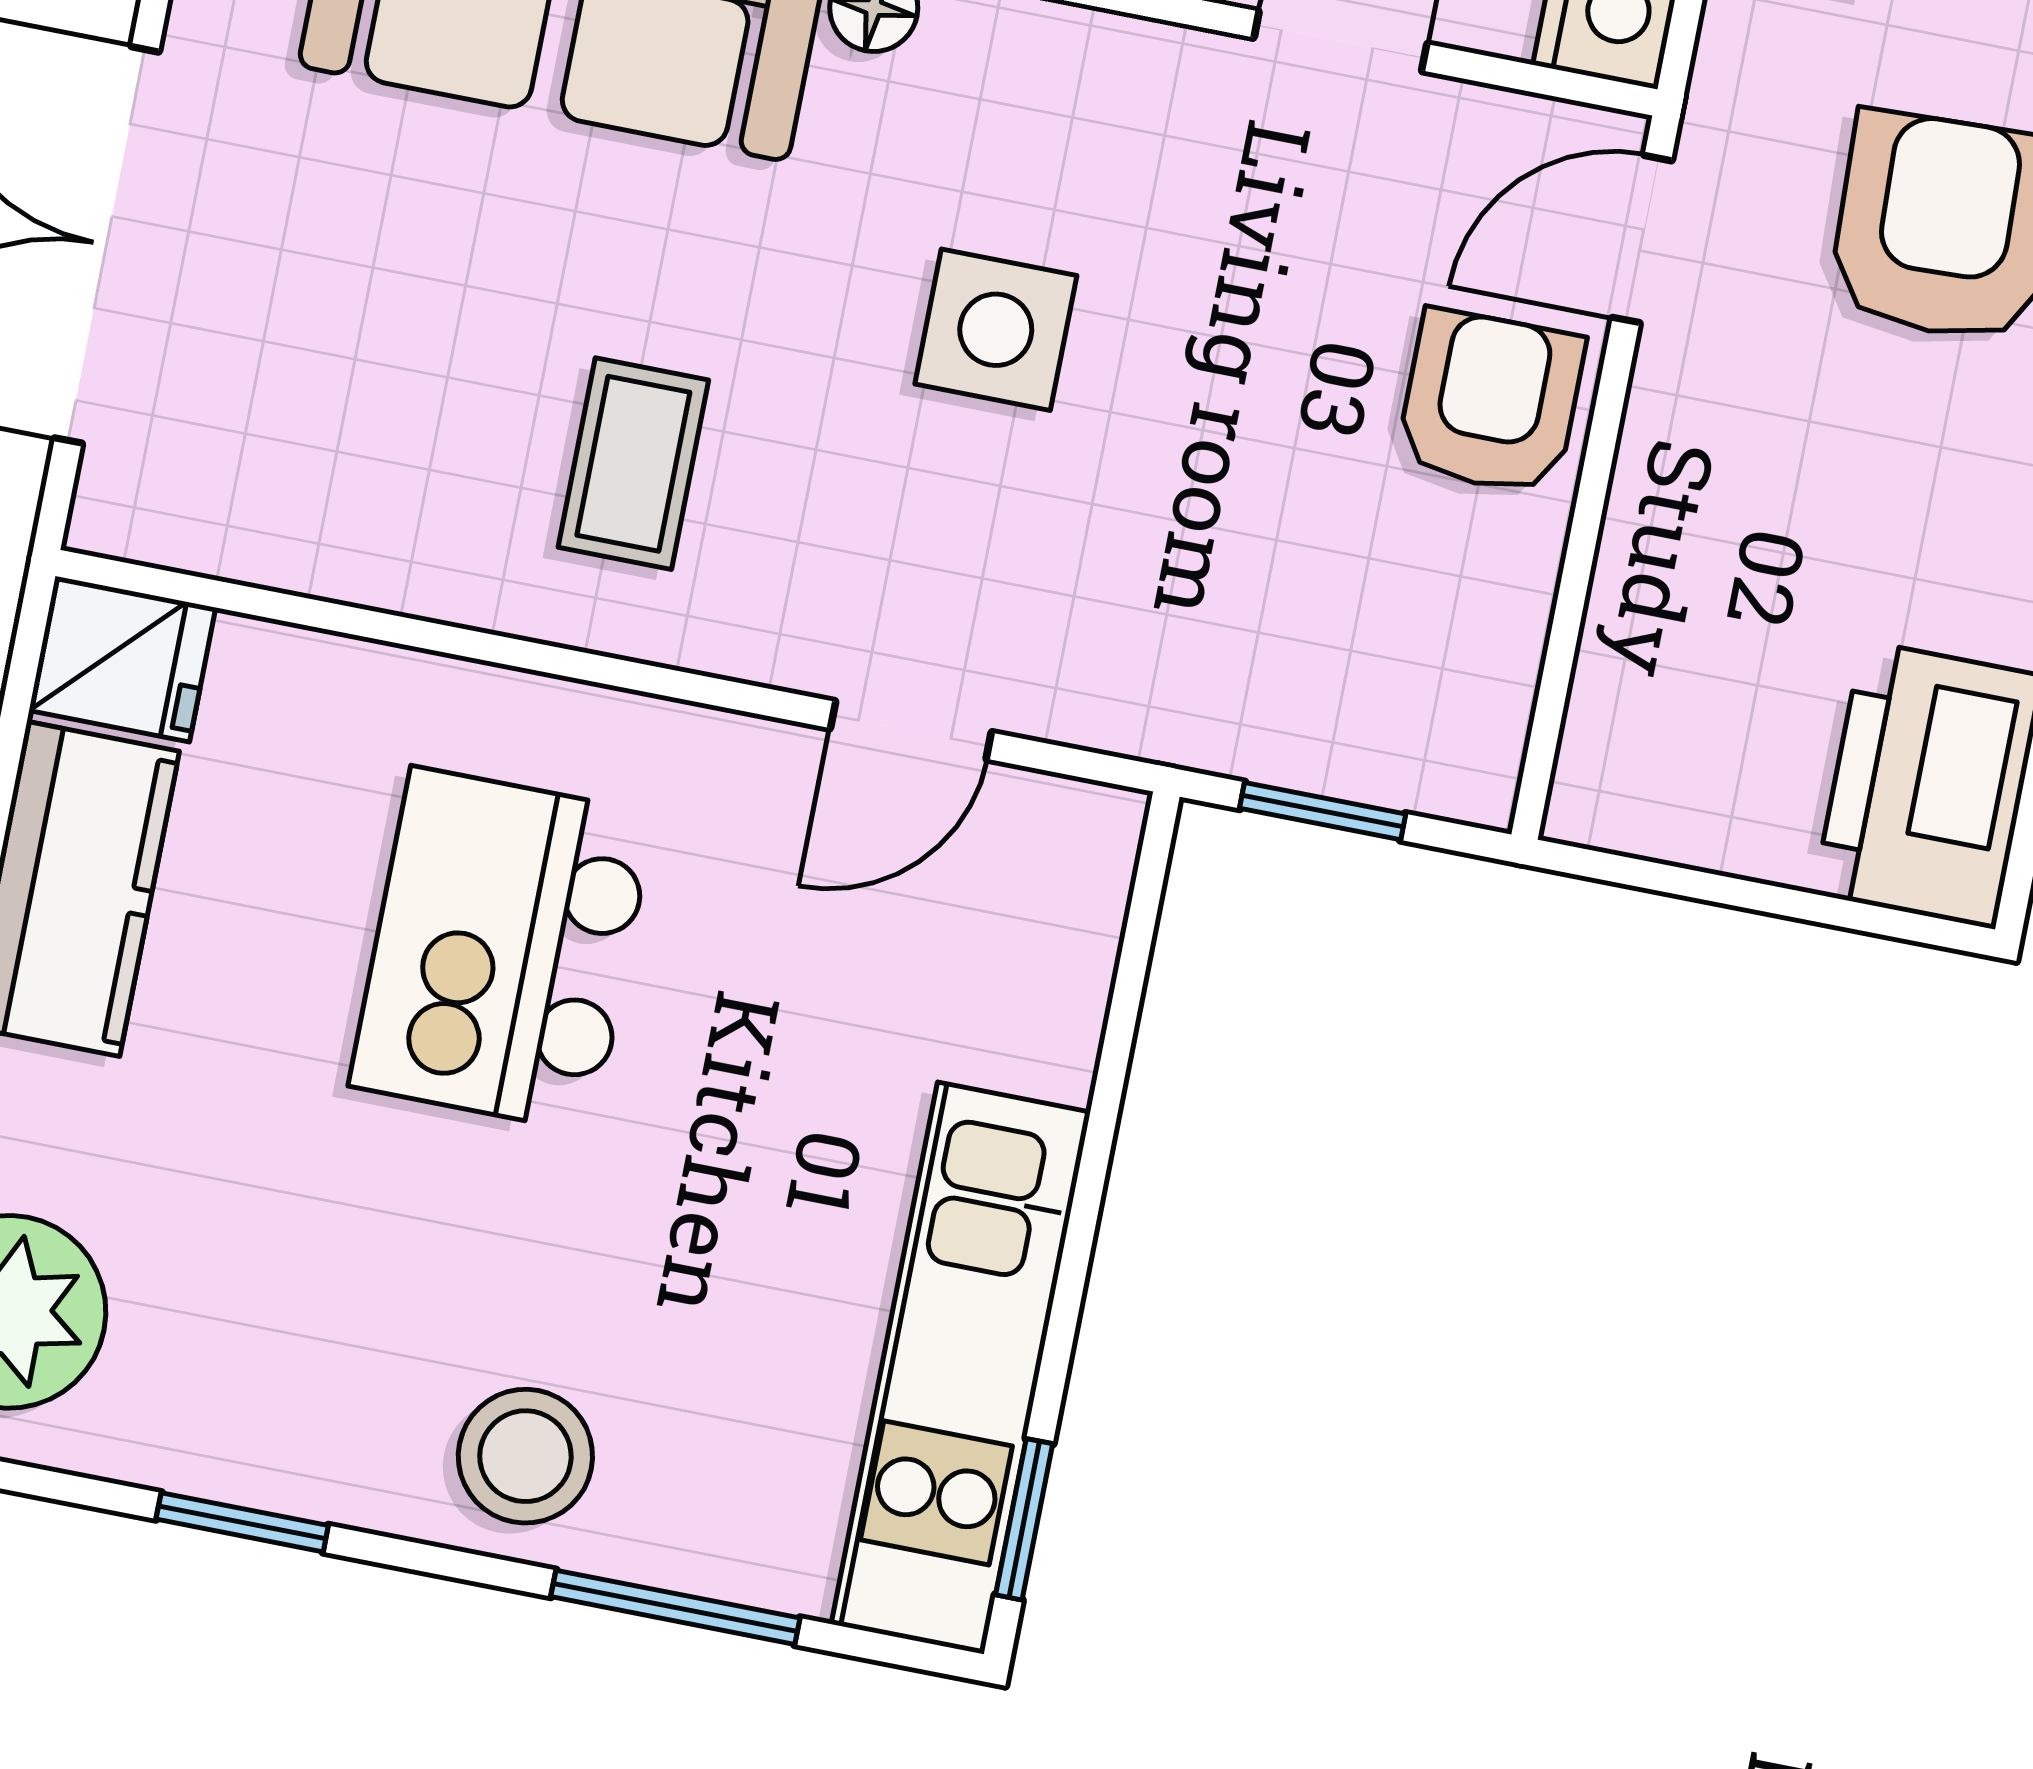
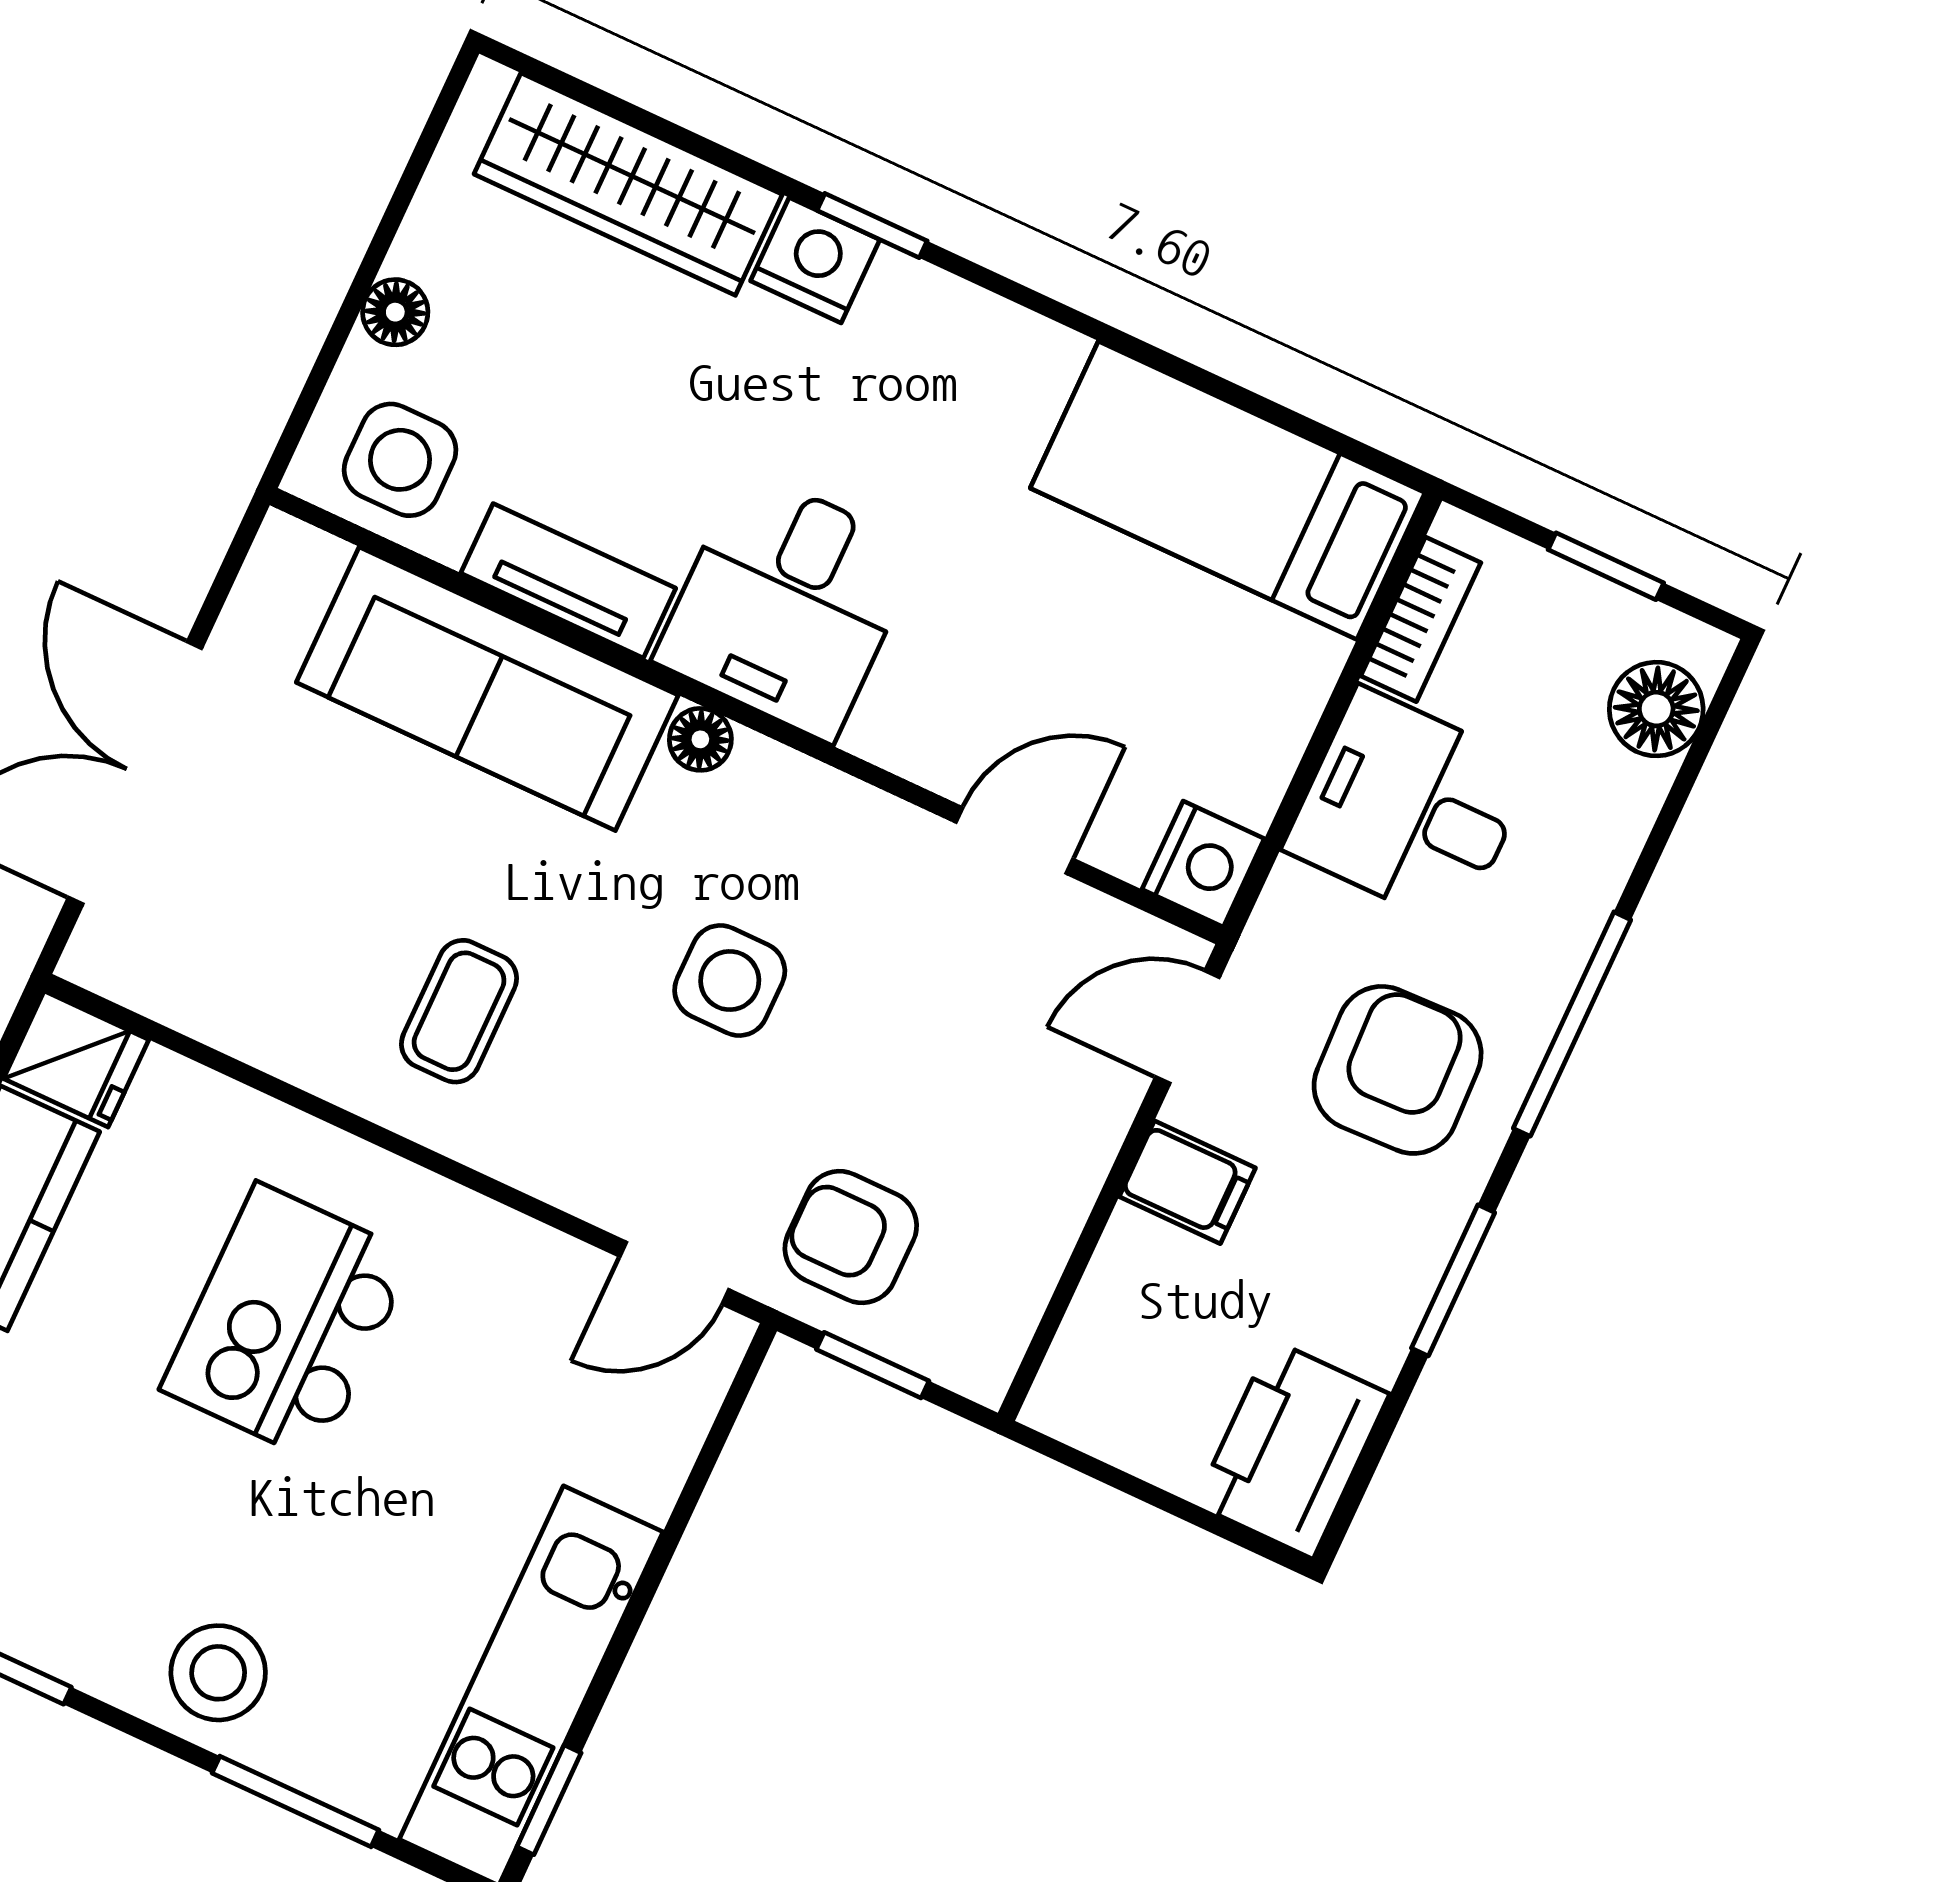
armchair: (1490, 402) -> (851, 1237), moved, turned -90
filing cabinet: (1694, 453) -> (1187, 1182), added
door: (911, 730) -> (674, 1273), moved

